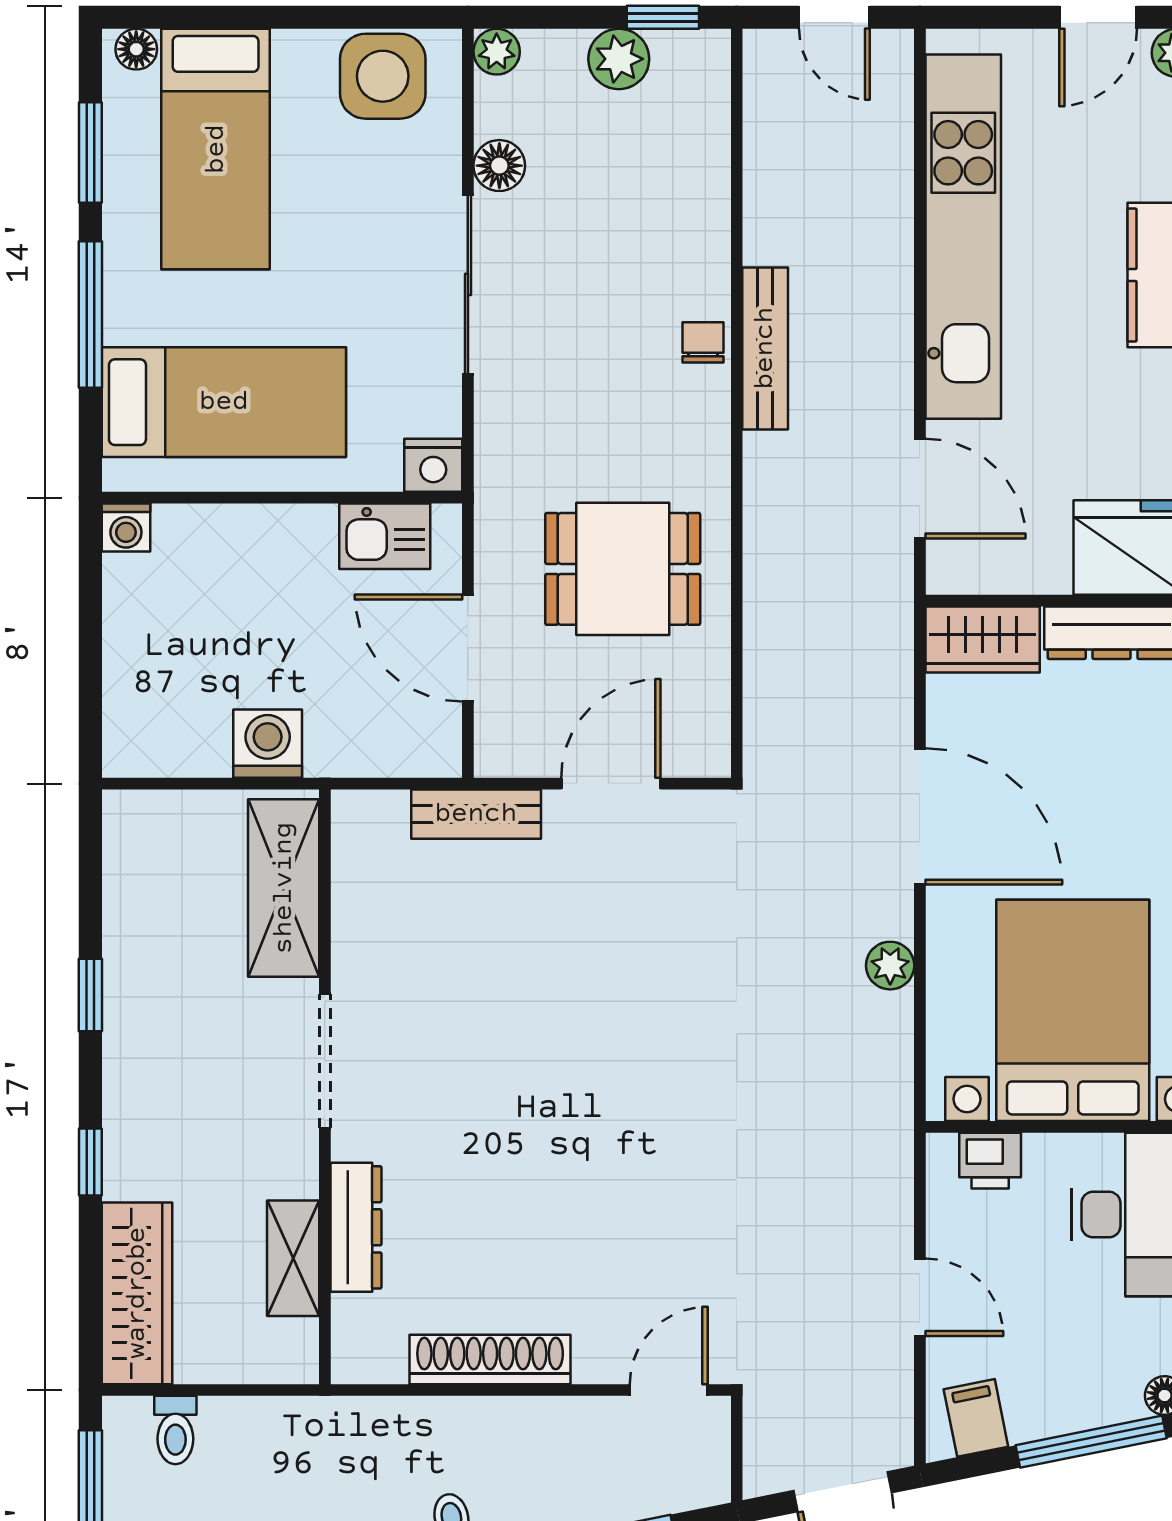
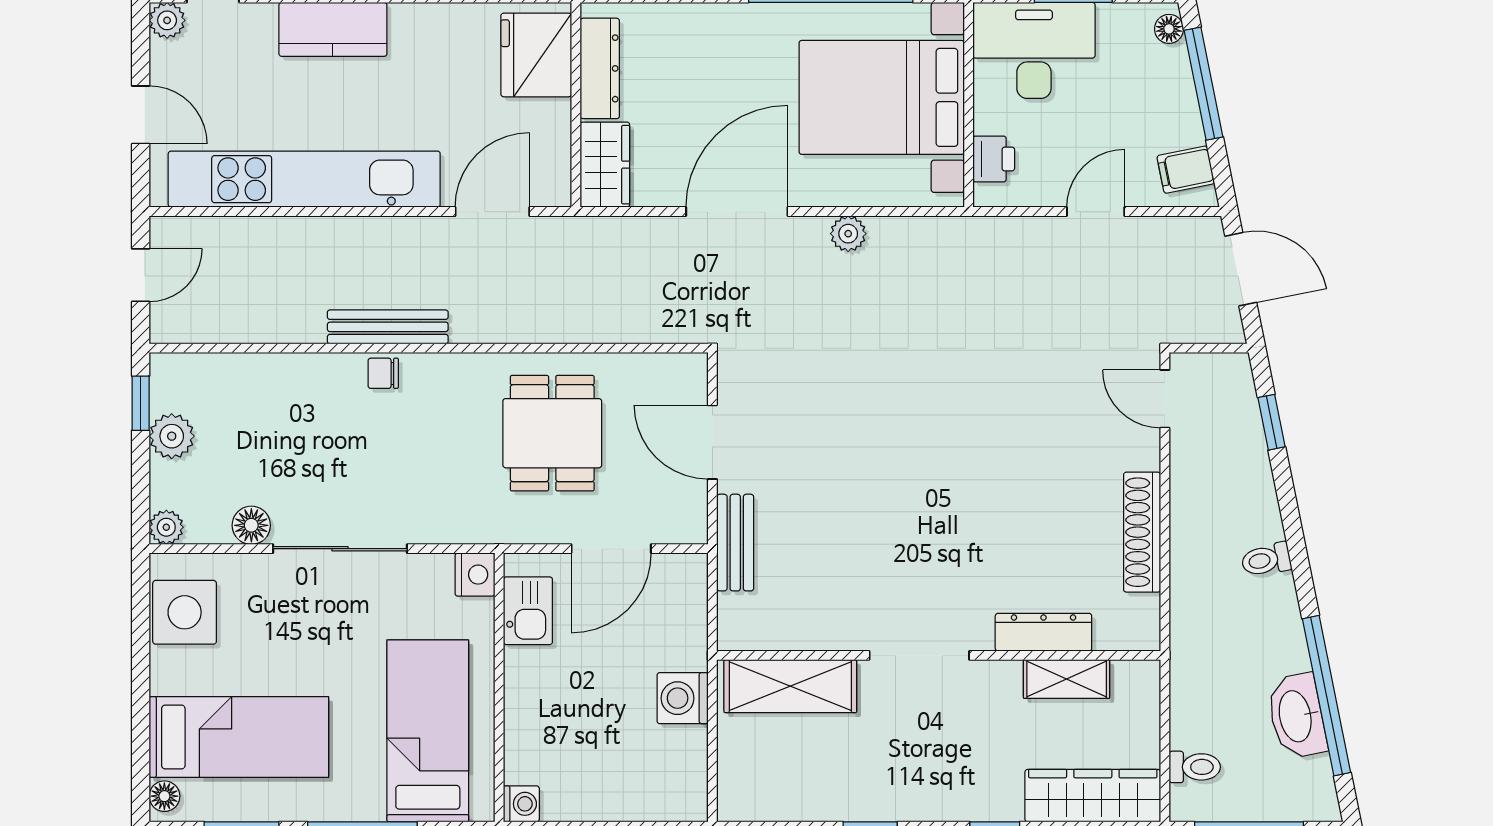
door: (1098, 17) -> (141, 115), moved

